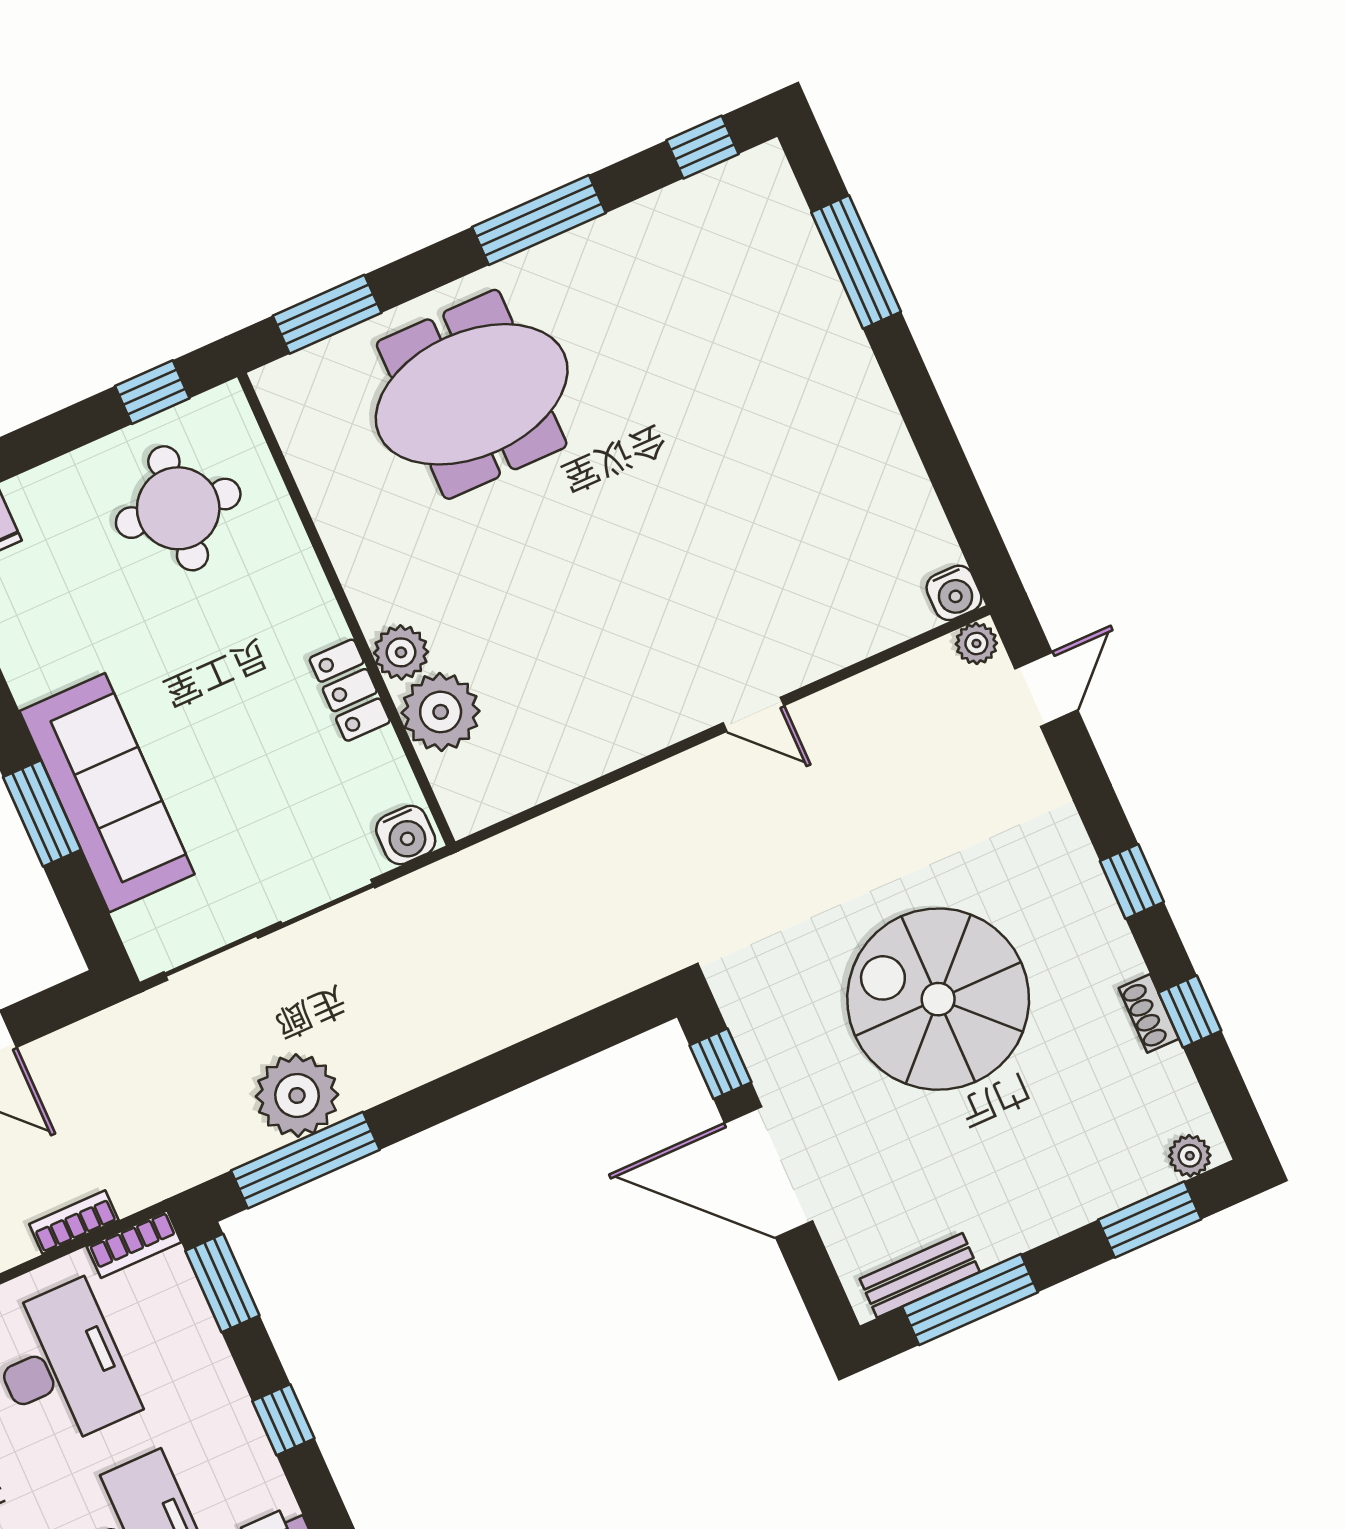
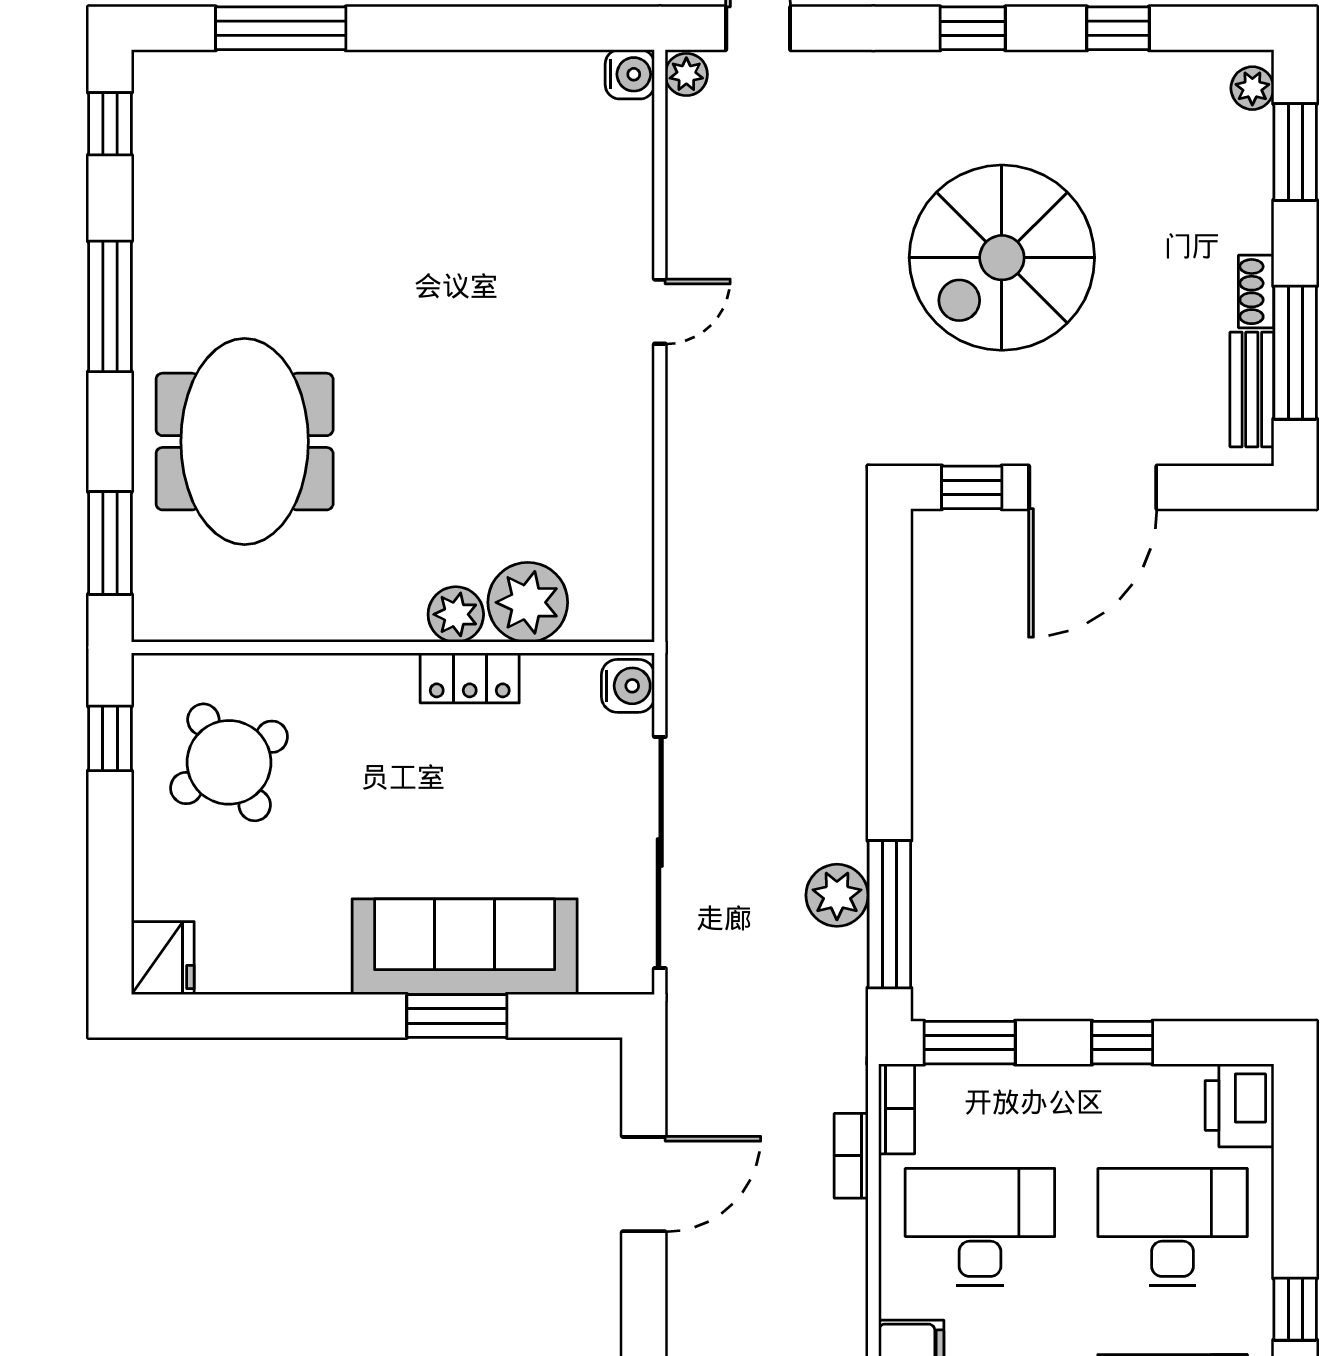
round table: (178, 508) -> (229, 762), turned -38
shoe rack: (1149, 1013) -> (1256, 292), moved, turned 90
plant: (297, 1096) -> (837, 895), width x0.73, depth x0.73

